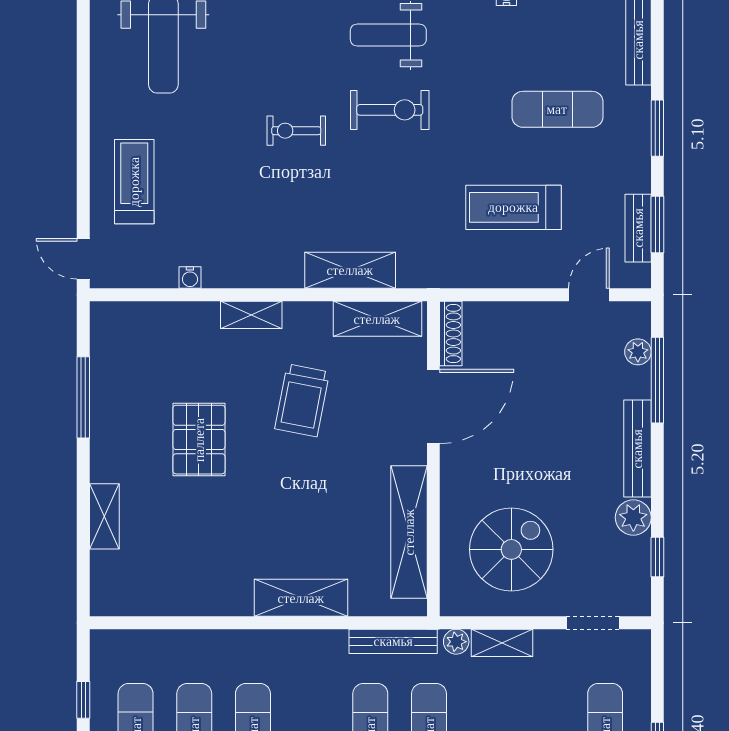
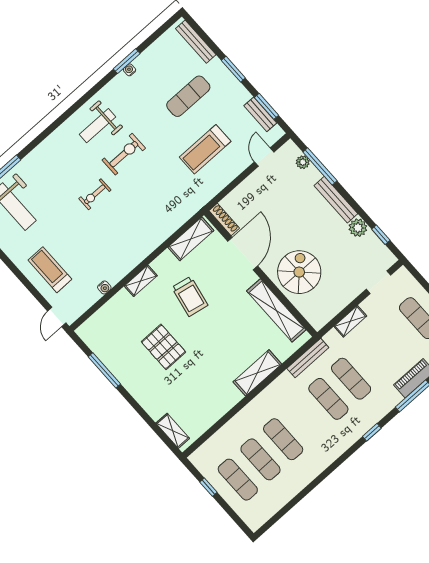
door: (83, 259) -> (57, 317), hinge flipped
shelving: (350, 270) -> (164, 230), removed
shelving: (104, 516) -> (173, 431), moved
spiral stairs: (511, 549) -> (299, 272), moved
plant: (456, 642) -> (332, 336), removed

